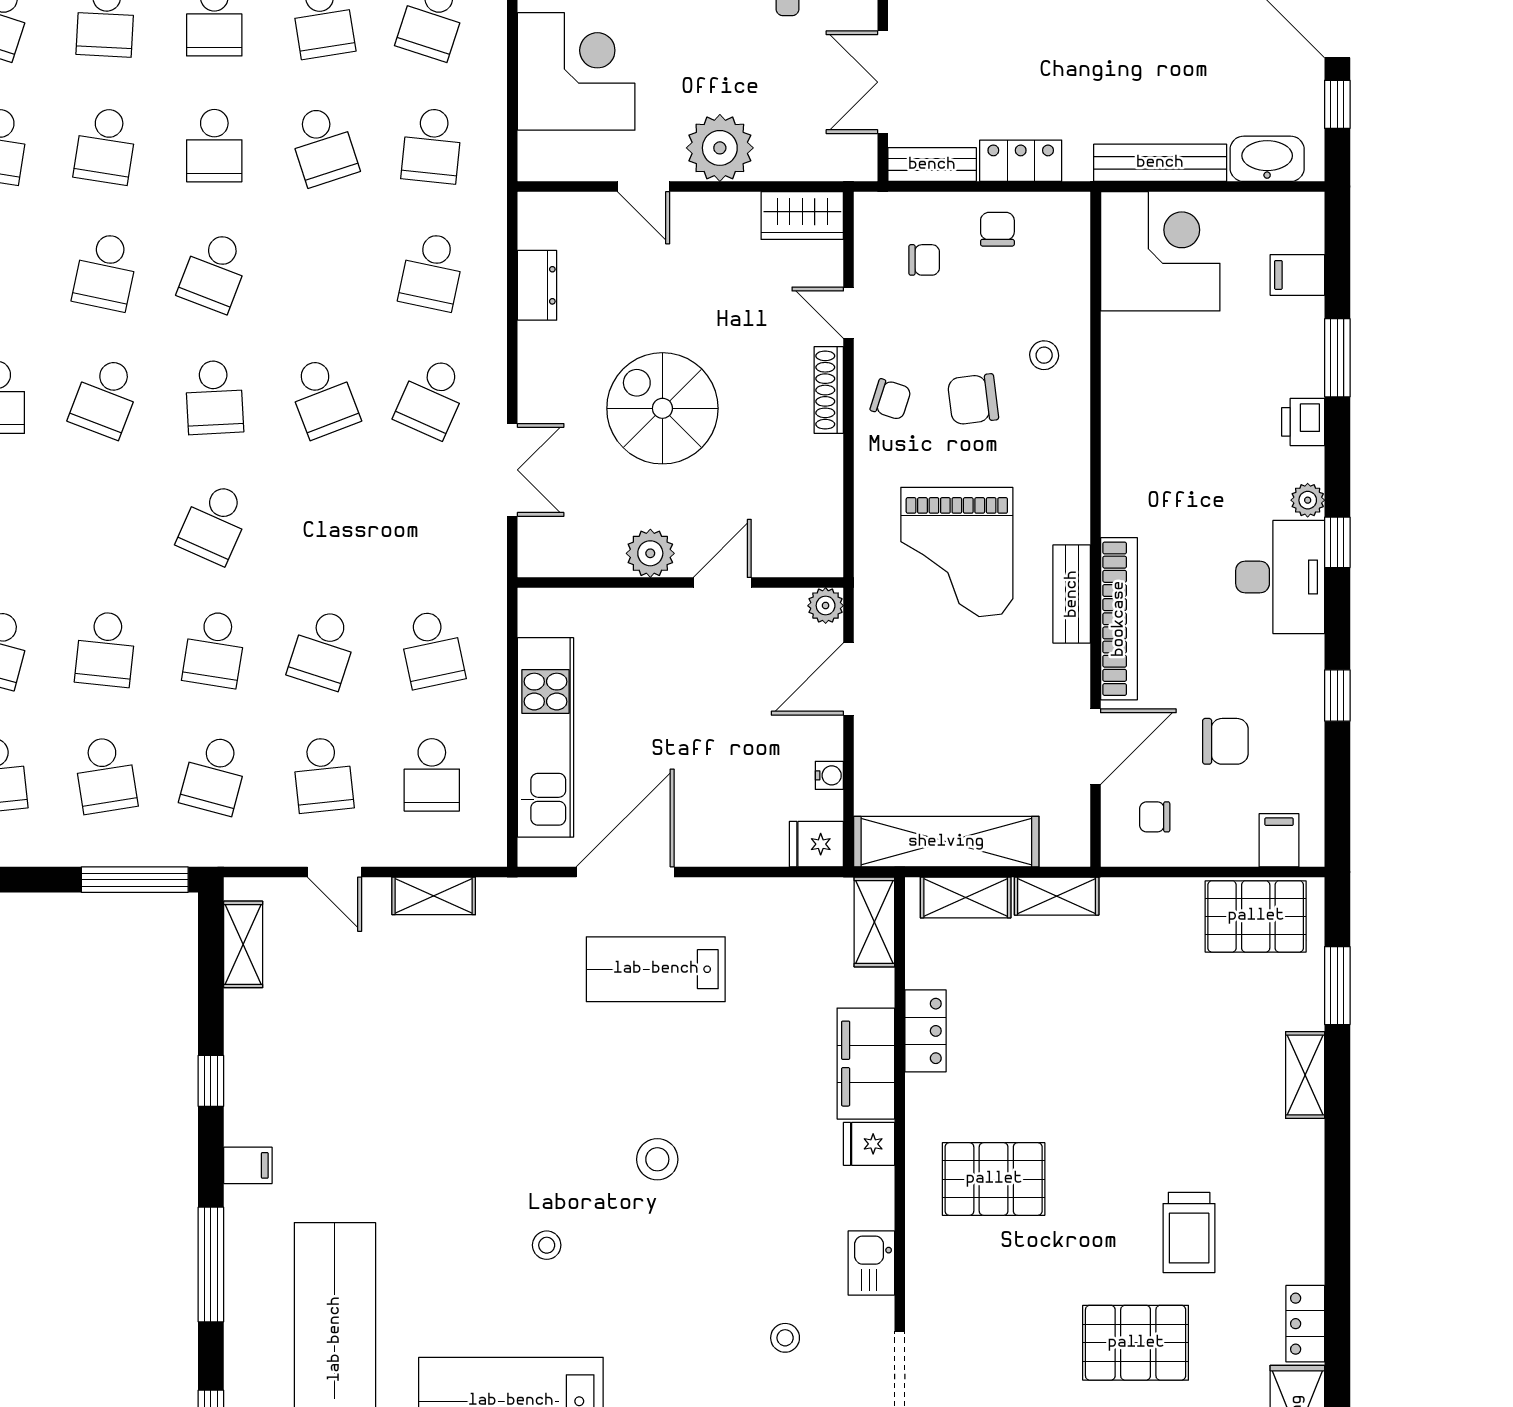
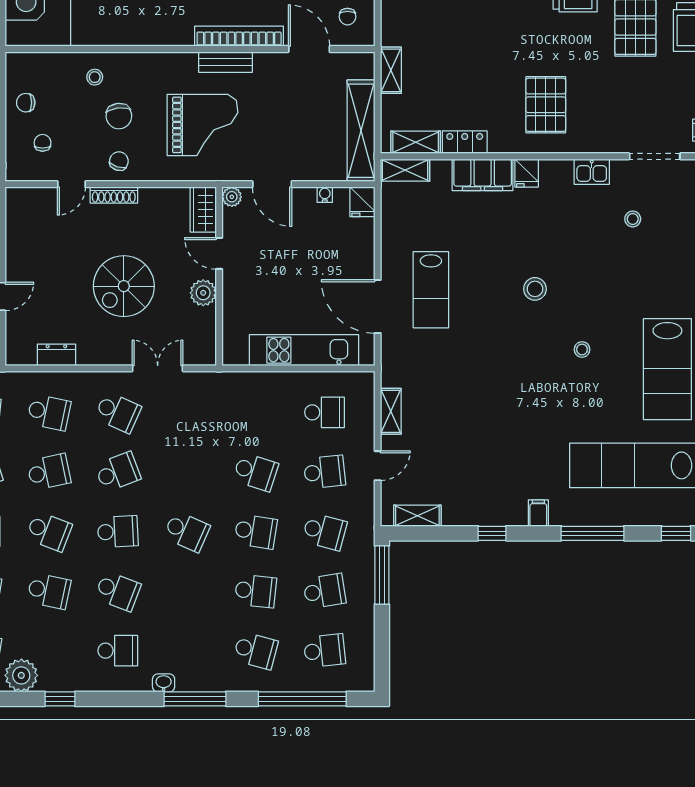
wardrobe: (802, 216) -> (203, 210), moved, turned 180
school desk: (432, 649) -> (49, 472), moved
shelving: (966, 897) -> (416, 142), moved, turned 90

